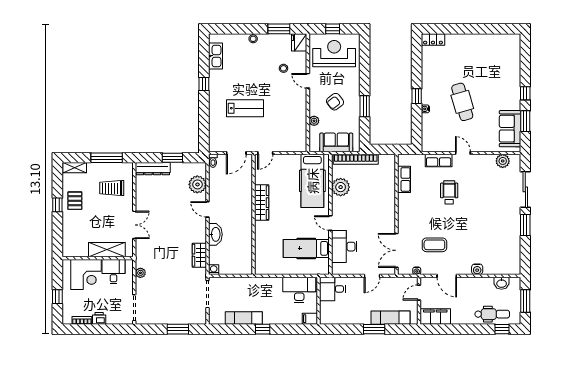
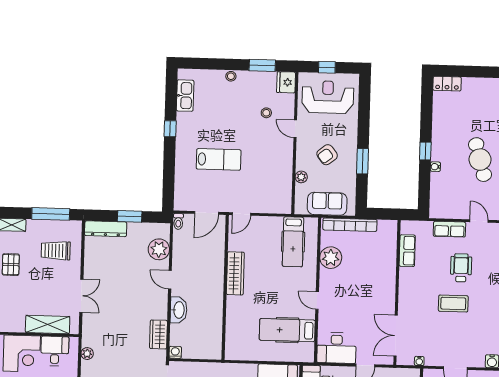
hospital bed: (312, 181) -> (293, 242), width x0.73, depth x0.78
coffee table: (434, 245) -> (453, 304), moved
desk: (344, 247) -> (337, 348), moved, turned -90

